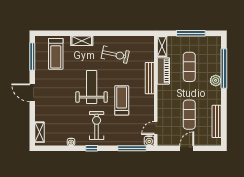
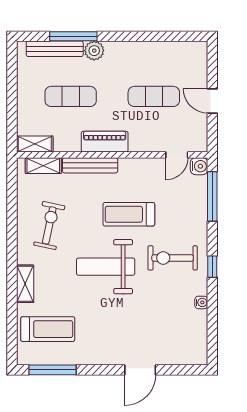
window: (191, 33) -> (12, 94), removed
window: (224, 68) -> (73, 36), width x0.68
piano: (163, 71) -> (105, 142), moved
door: (32, 93) -> (140, 370), moved
bench: (217, 121) -> (55, 49), moved
door: (156, 128) -> (177, 155), hinge flipped
shelving: (40, 132) -> (43, 166), moved

